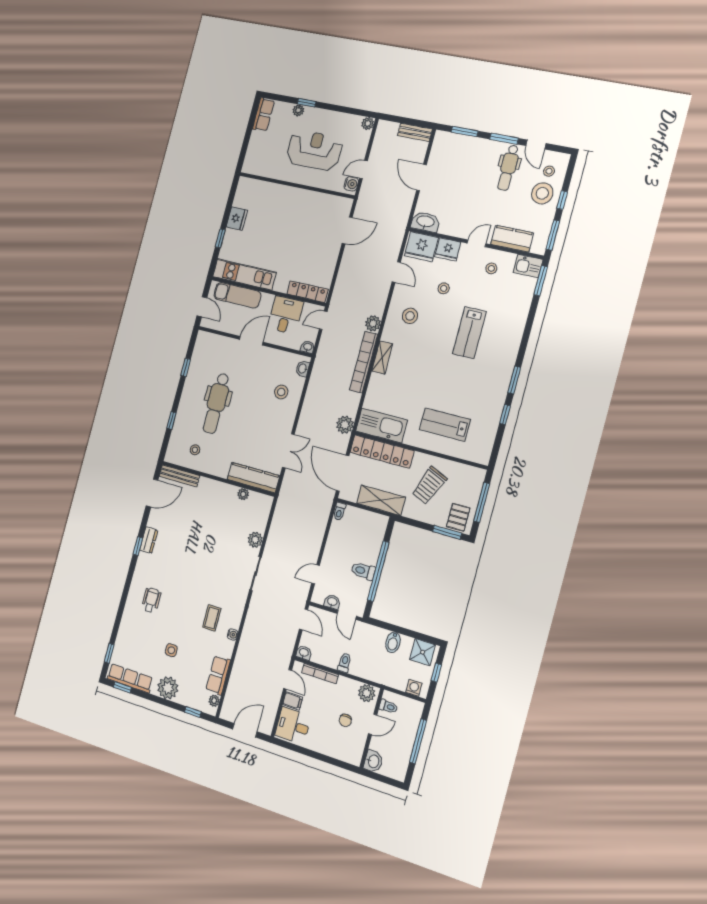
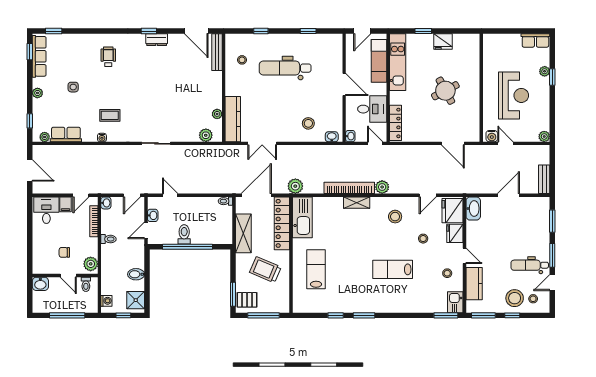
round table: (289, 227) -> (445, 91), added
plant: (255, 540) -> (206, 135), moved
wheelchair: (151, 600) -> (108, 57), turned -90
plant: (168, 688) -> (37, 93), width x0.53, depth x0.53

